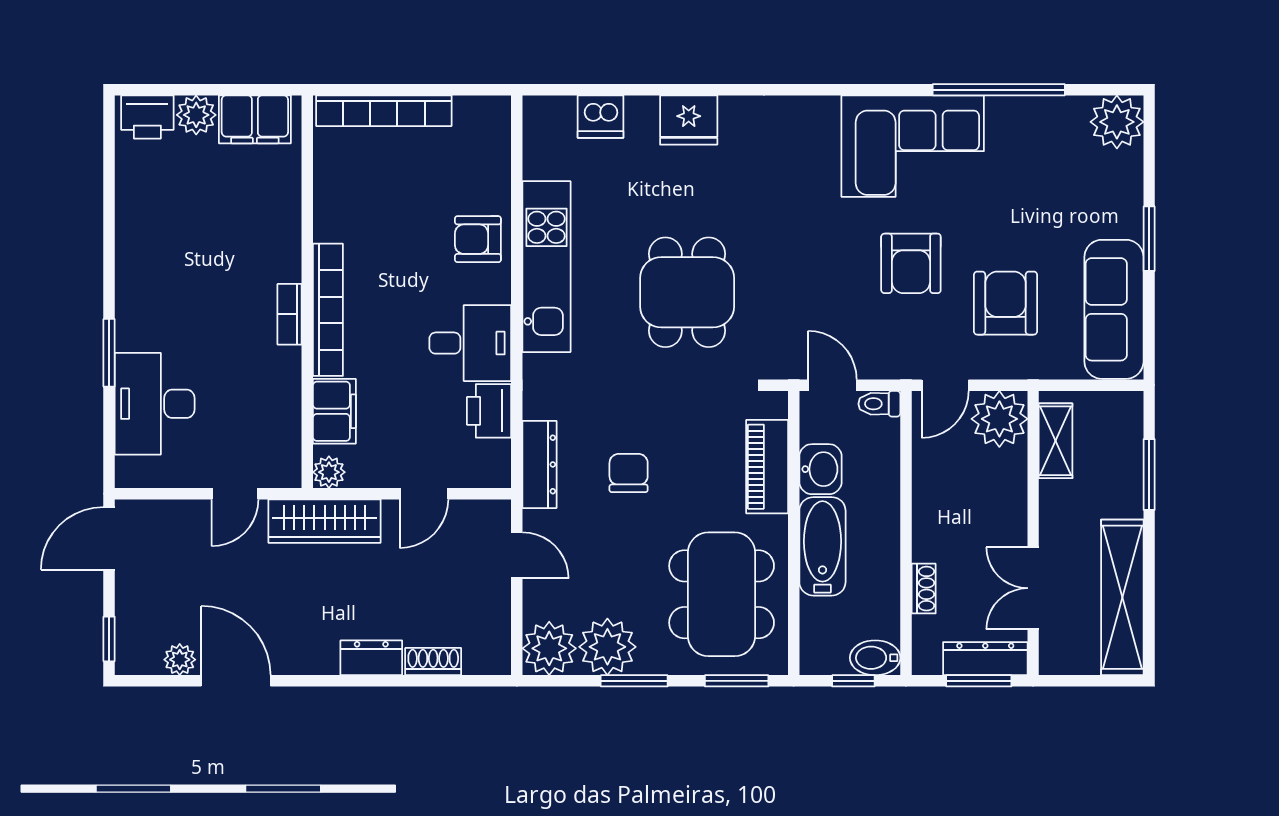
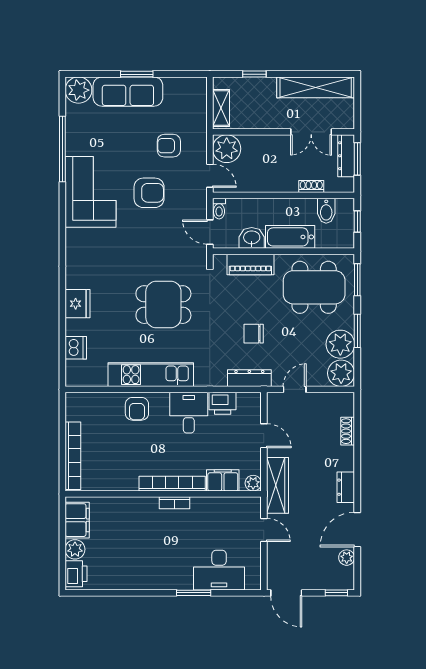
armchair: (1005, 303) -> (169, 146), width x0.72, depth x0.72
sofa: (1114, 309) -> (128, 92), moved
door: (832, 385) -> (210, 232), hinge flipped
shelving: (1056, 441) -> (221, 108), moved, turned 90
window: (1149, 474) -> (254, 74), width x0.67
dresser: (371, 658) -> (346, 487), moved
bidet: (875, 658) -> (326, 211), moved

